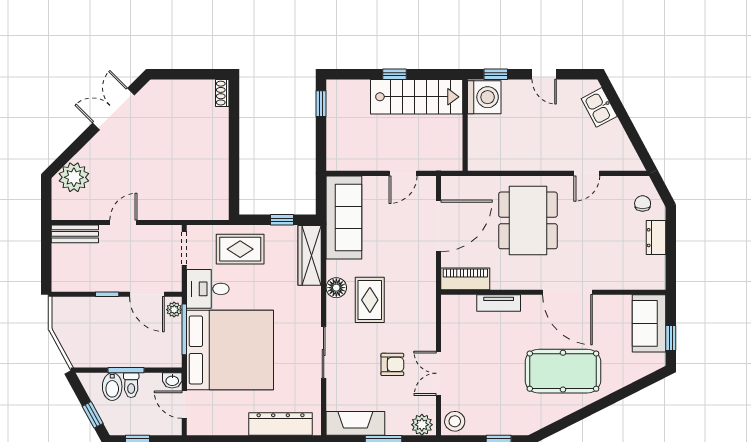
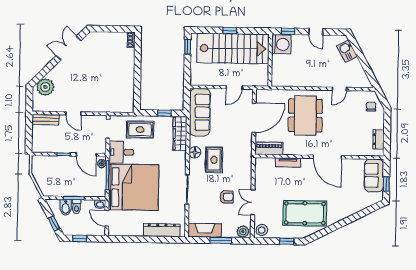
stairs: (417, 97) -> (233, 49), width x1.36, depth x1.51
door: (123, 223) -> (73, 113), swing flipped
dresser: (656, 238) -> (378, 139), moved
pool table: (563, 371) -> (305, 213), moved

